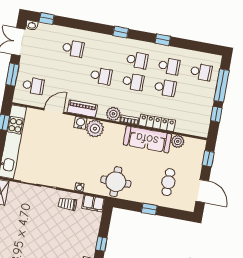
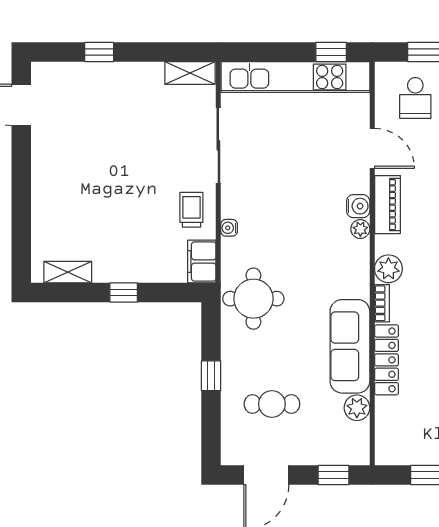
plant: (95, 129) -> (360, 229), width x0.53, depth x0.53

